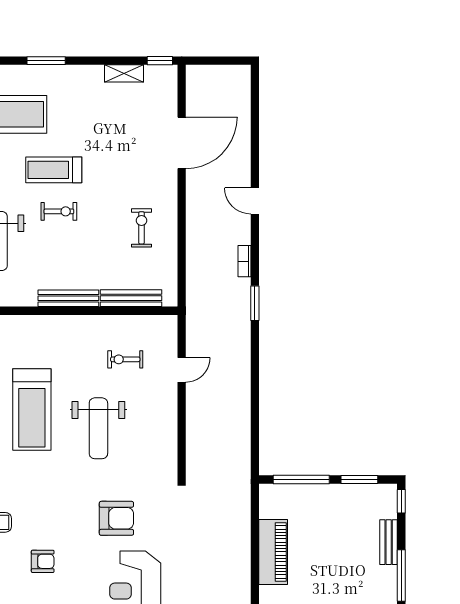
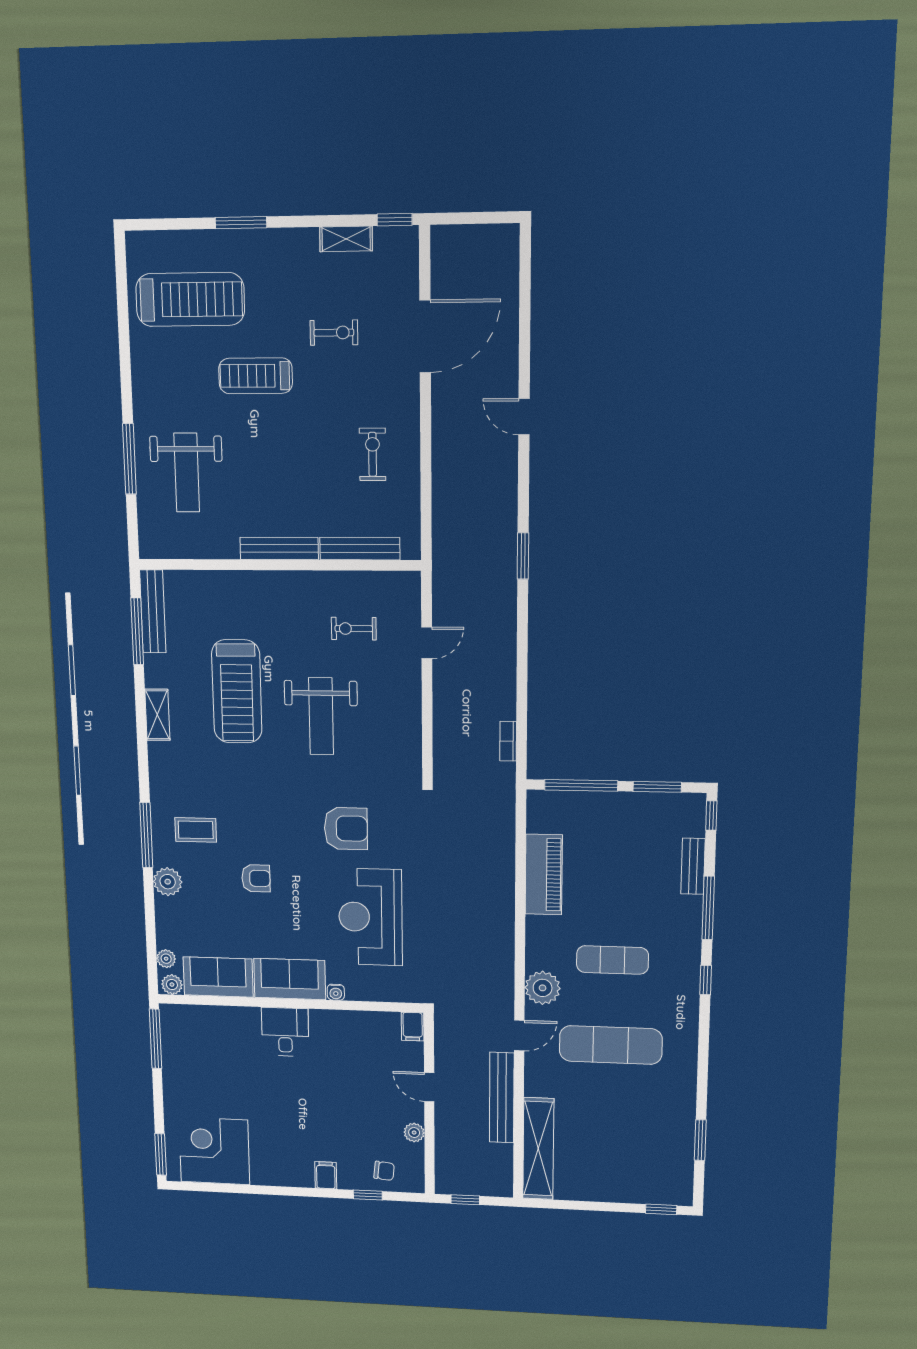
exercise bike: (59, 211) -> (334, 333), moved
bookcase: (245, 261) -> (508, 741), moved

